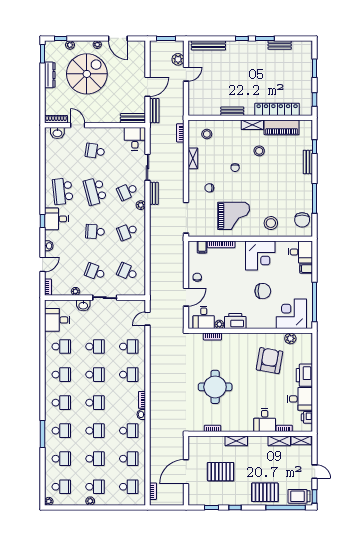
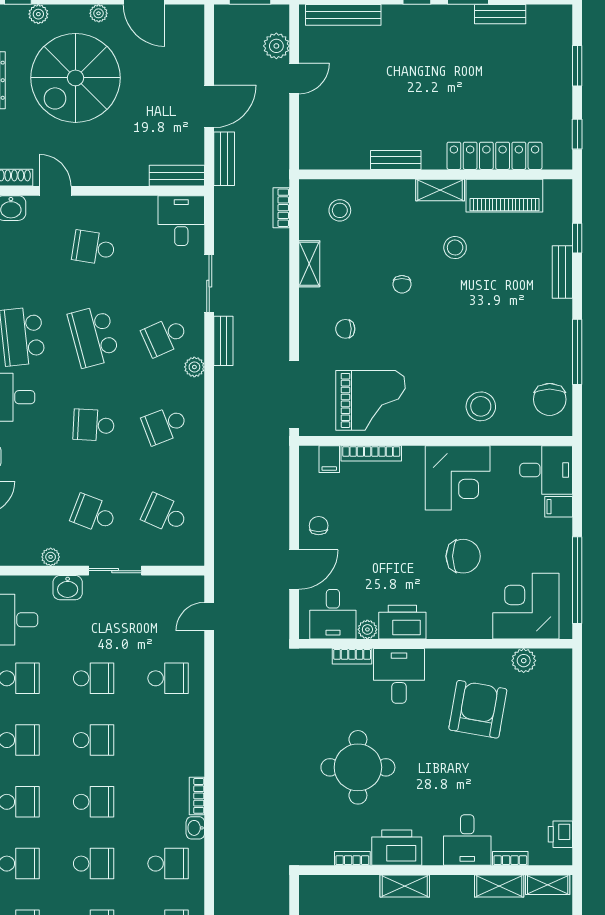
spiral stairs: (87, 74) -> (75, 78), turned 180
grand piano: (234, 216) -> (370, 400), moved
school desk: (129, 375) -> (168, 740), removed
printer: (304, 375) -> (397, 848), moved, turned 90
desk: (300, 399) -> (399, 676), moved, turned -90

